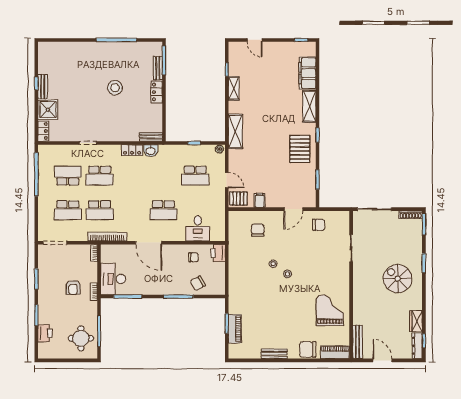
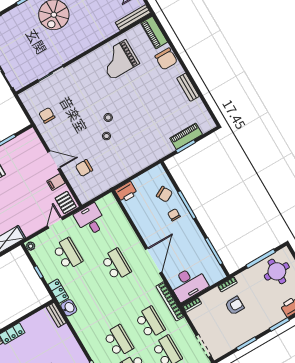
locker: (132, 150) -> (58, 291), moved
door: (293, 209) -> (54, 160), moved
desk: (198, 228) -> (90, 220), moved, turned -90
chair: (193, 257) -> (174, 215), moved
desk: (113, 279) -> (188, 284), moved

